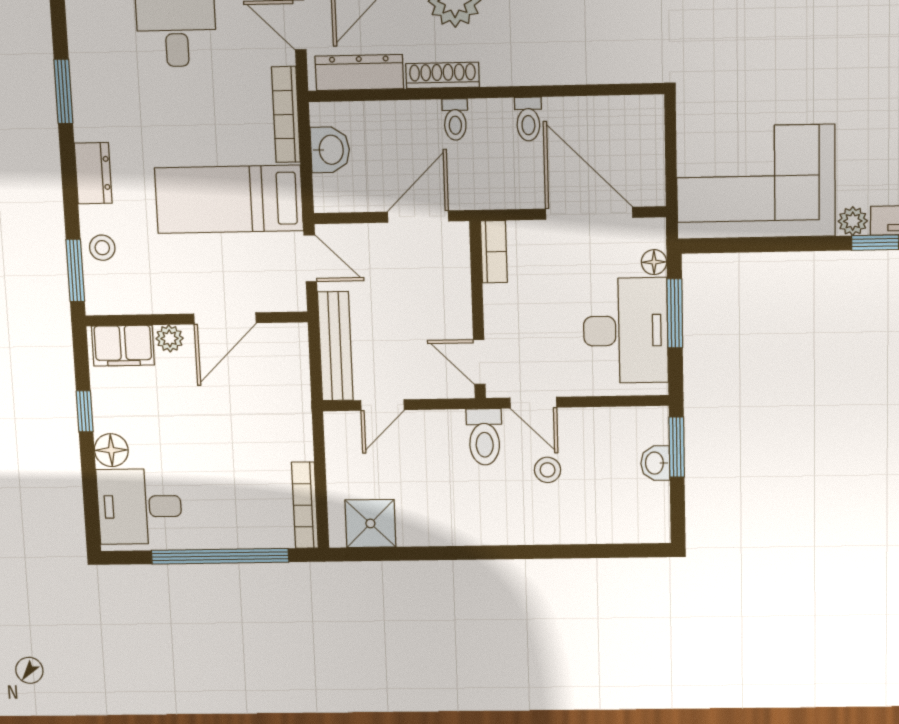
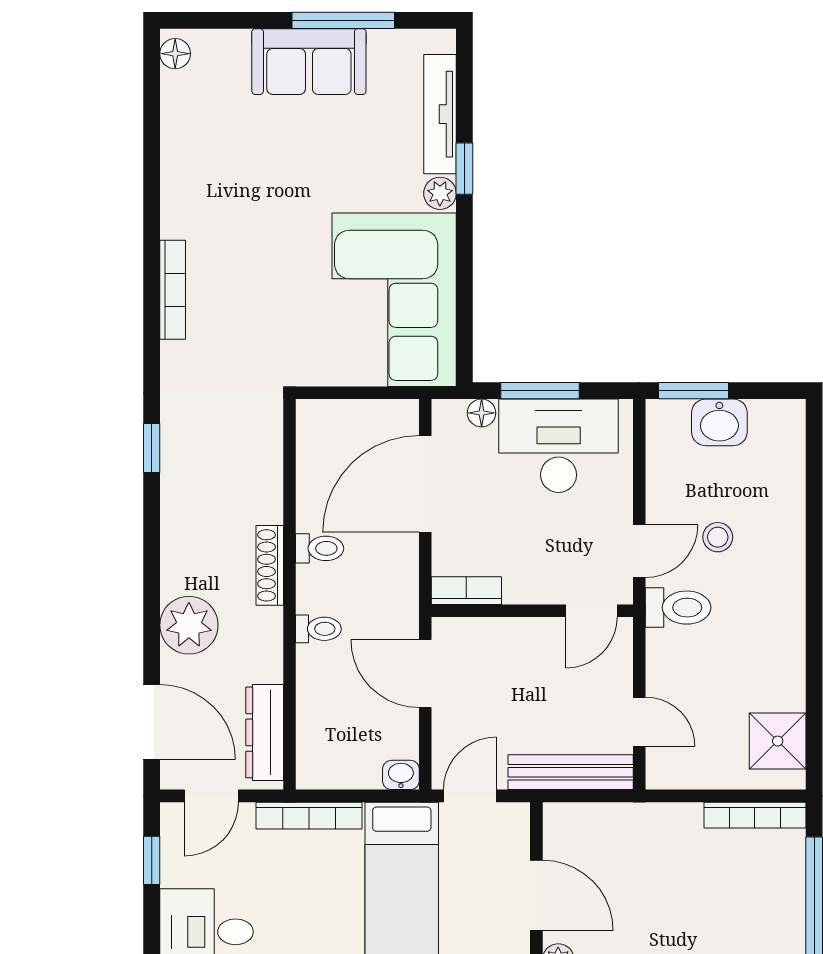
shoe rack: (443, 75) -> (270, 565), moved
washbasin: (330, 150) -> (401, 775), moved, width x0.72, depth x0.69
washbasin: (655, 463) -> (719, 422), width x1.38, depth x1.45

